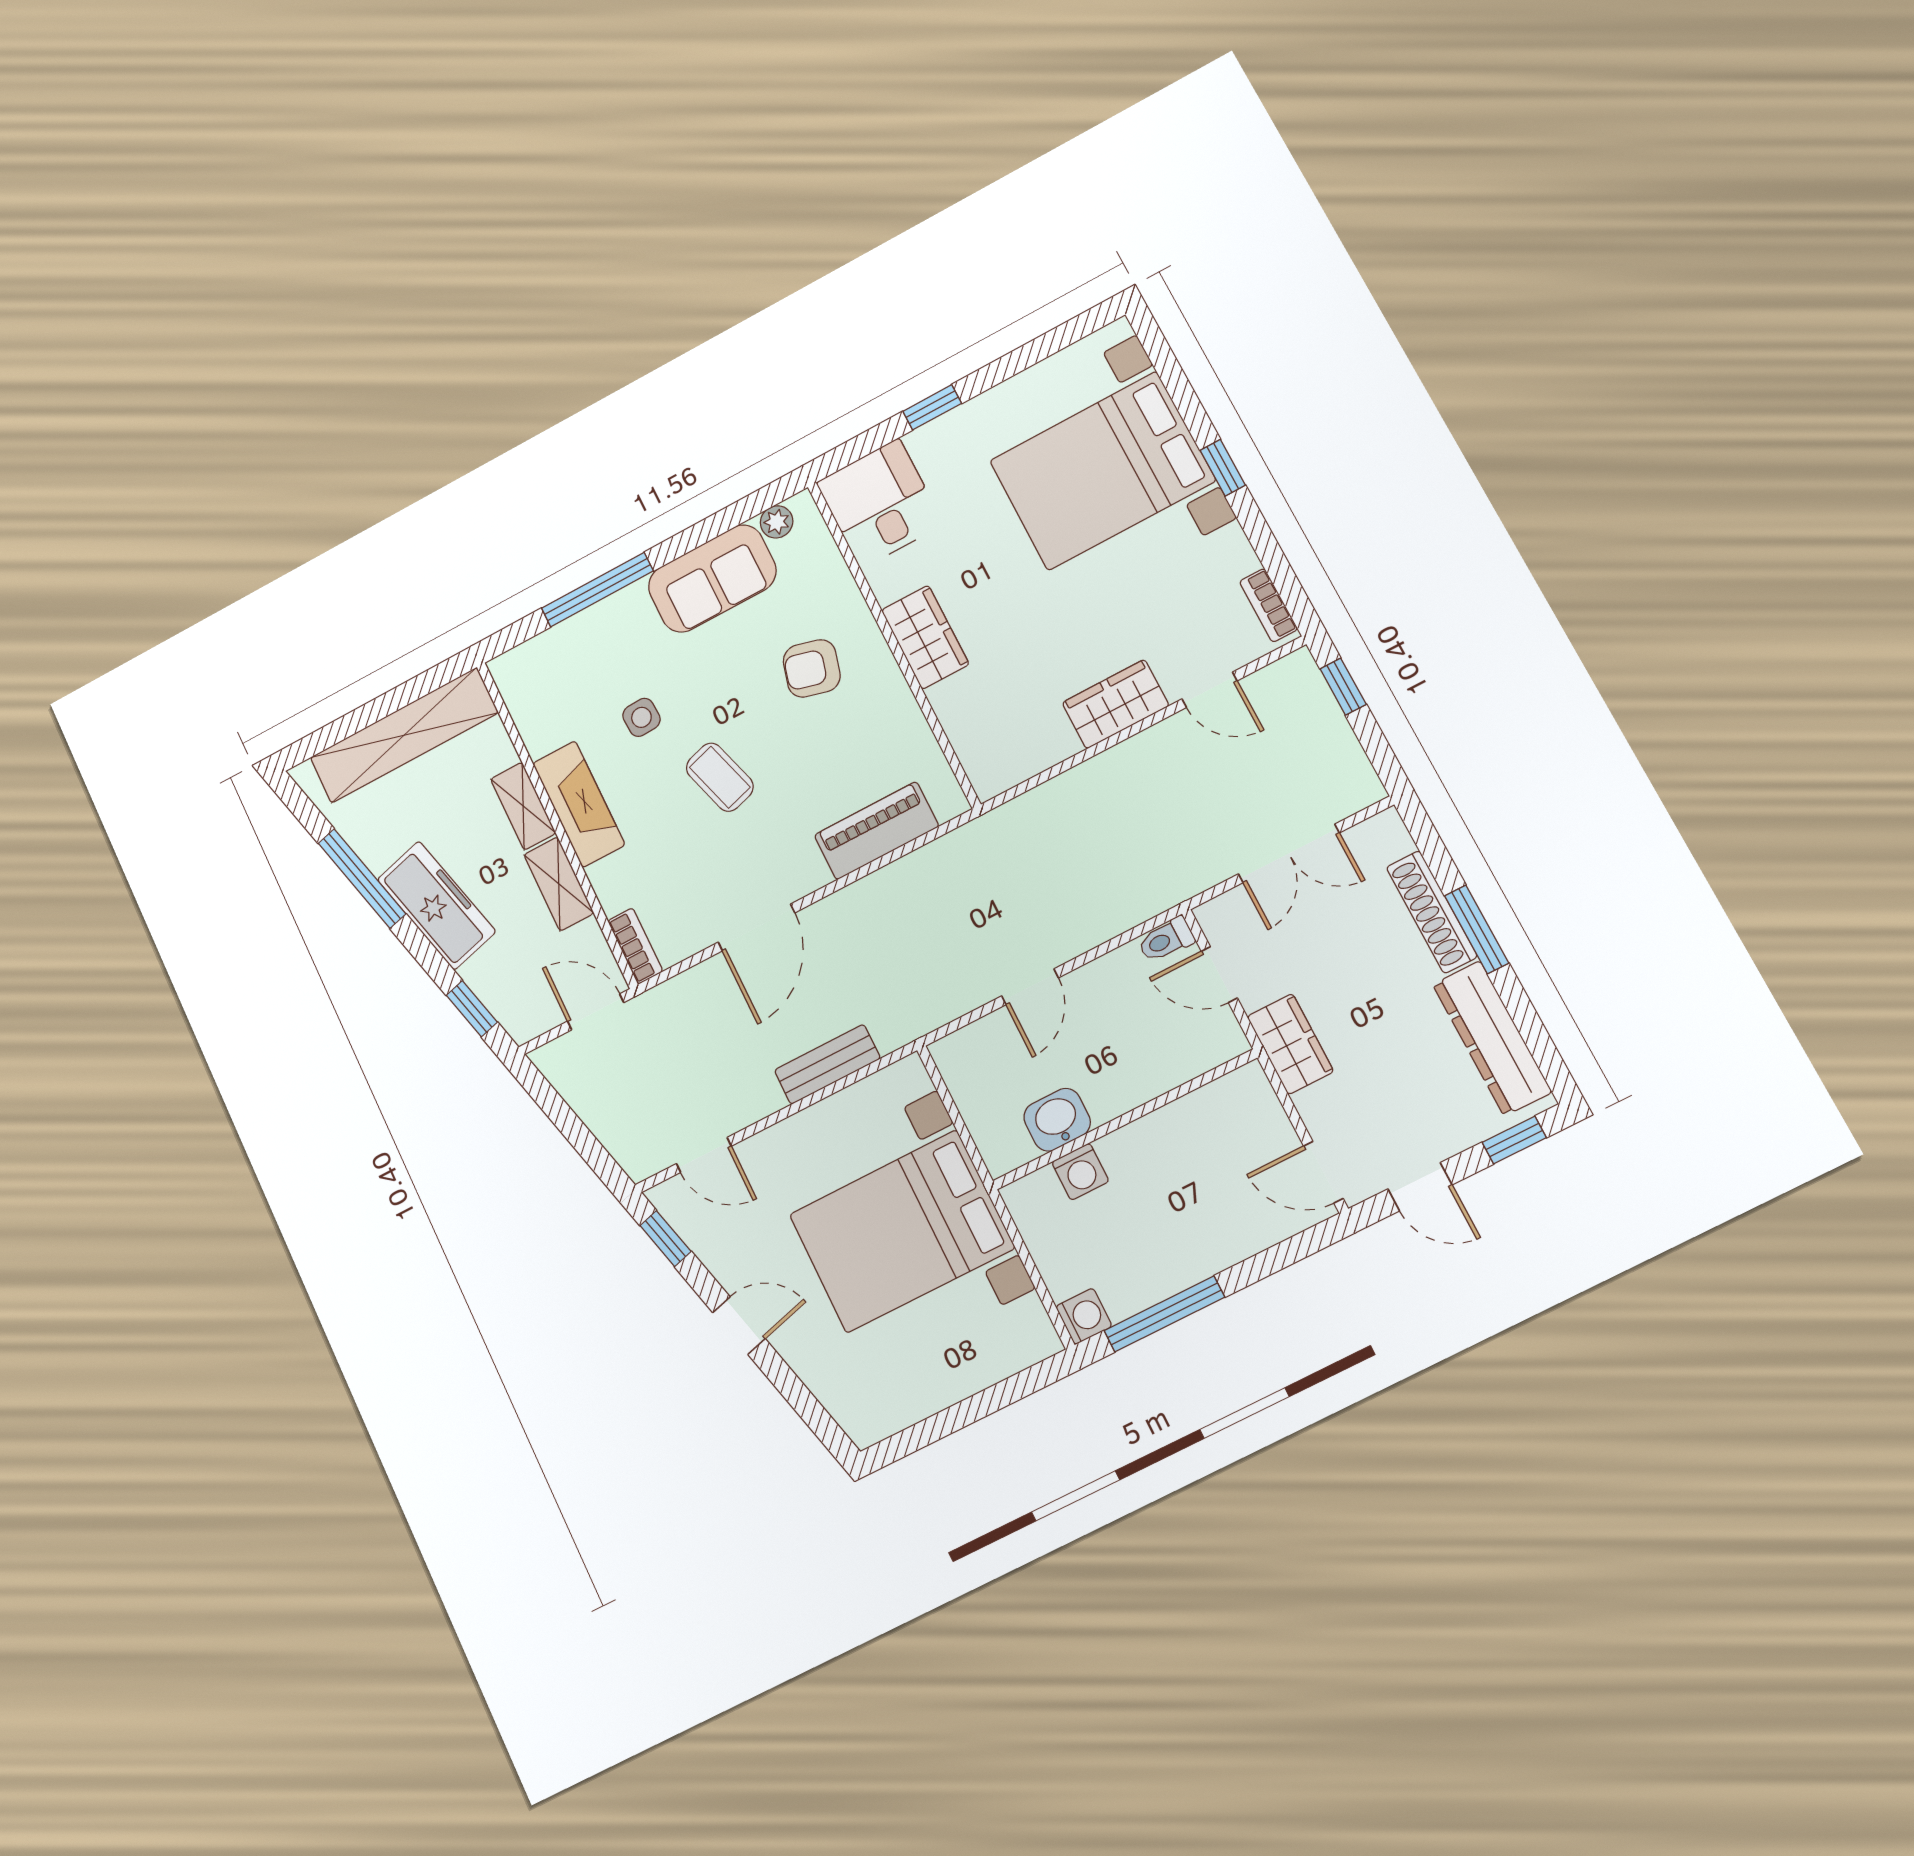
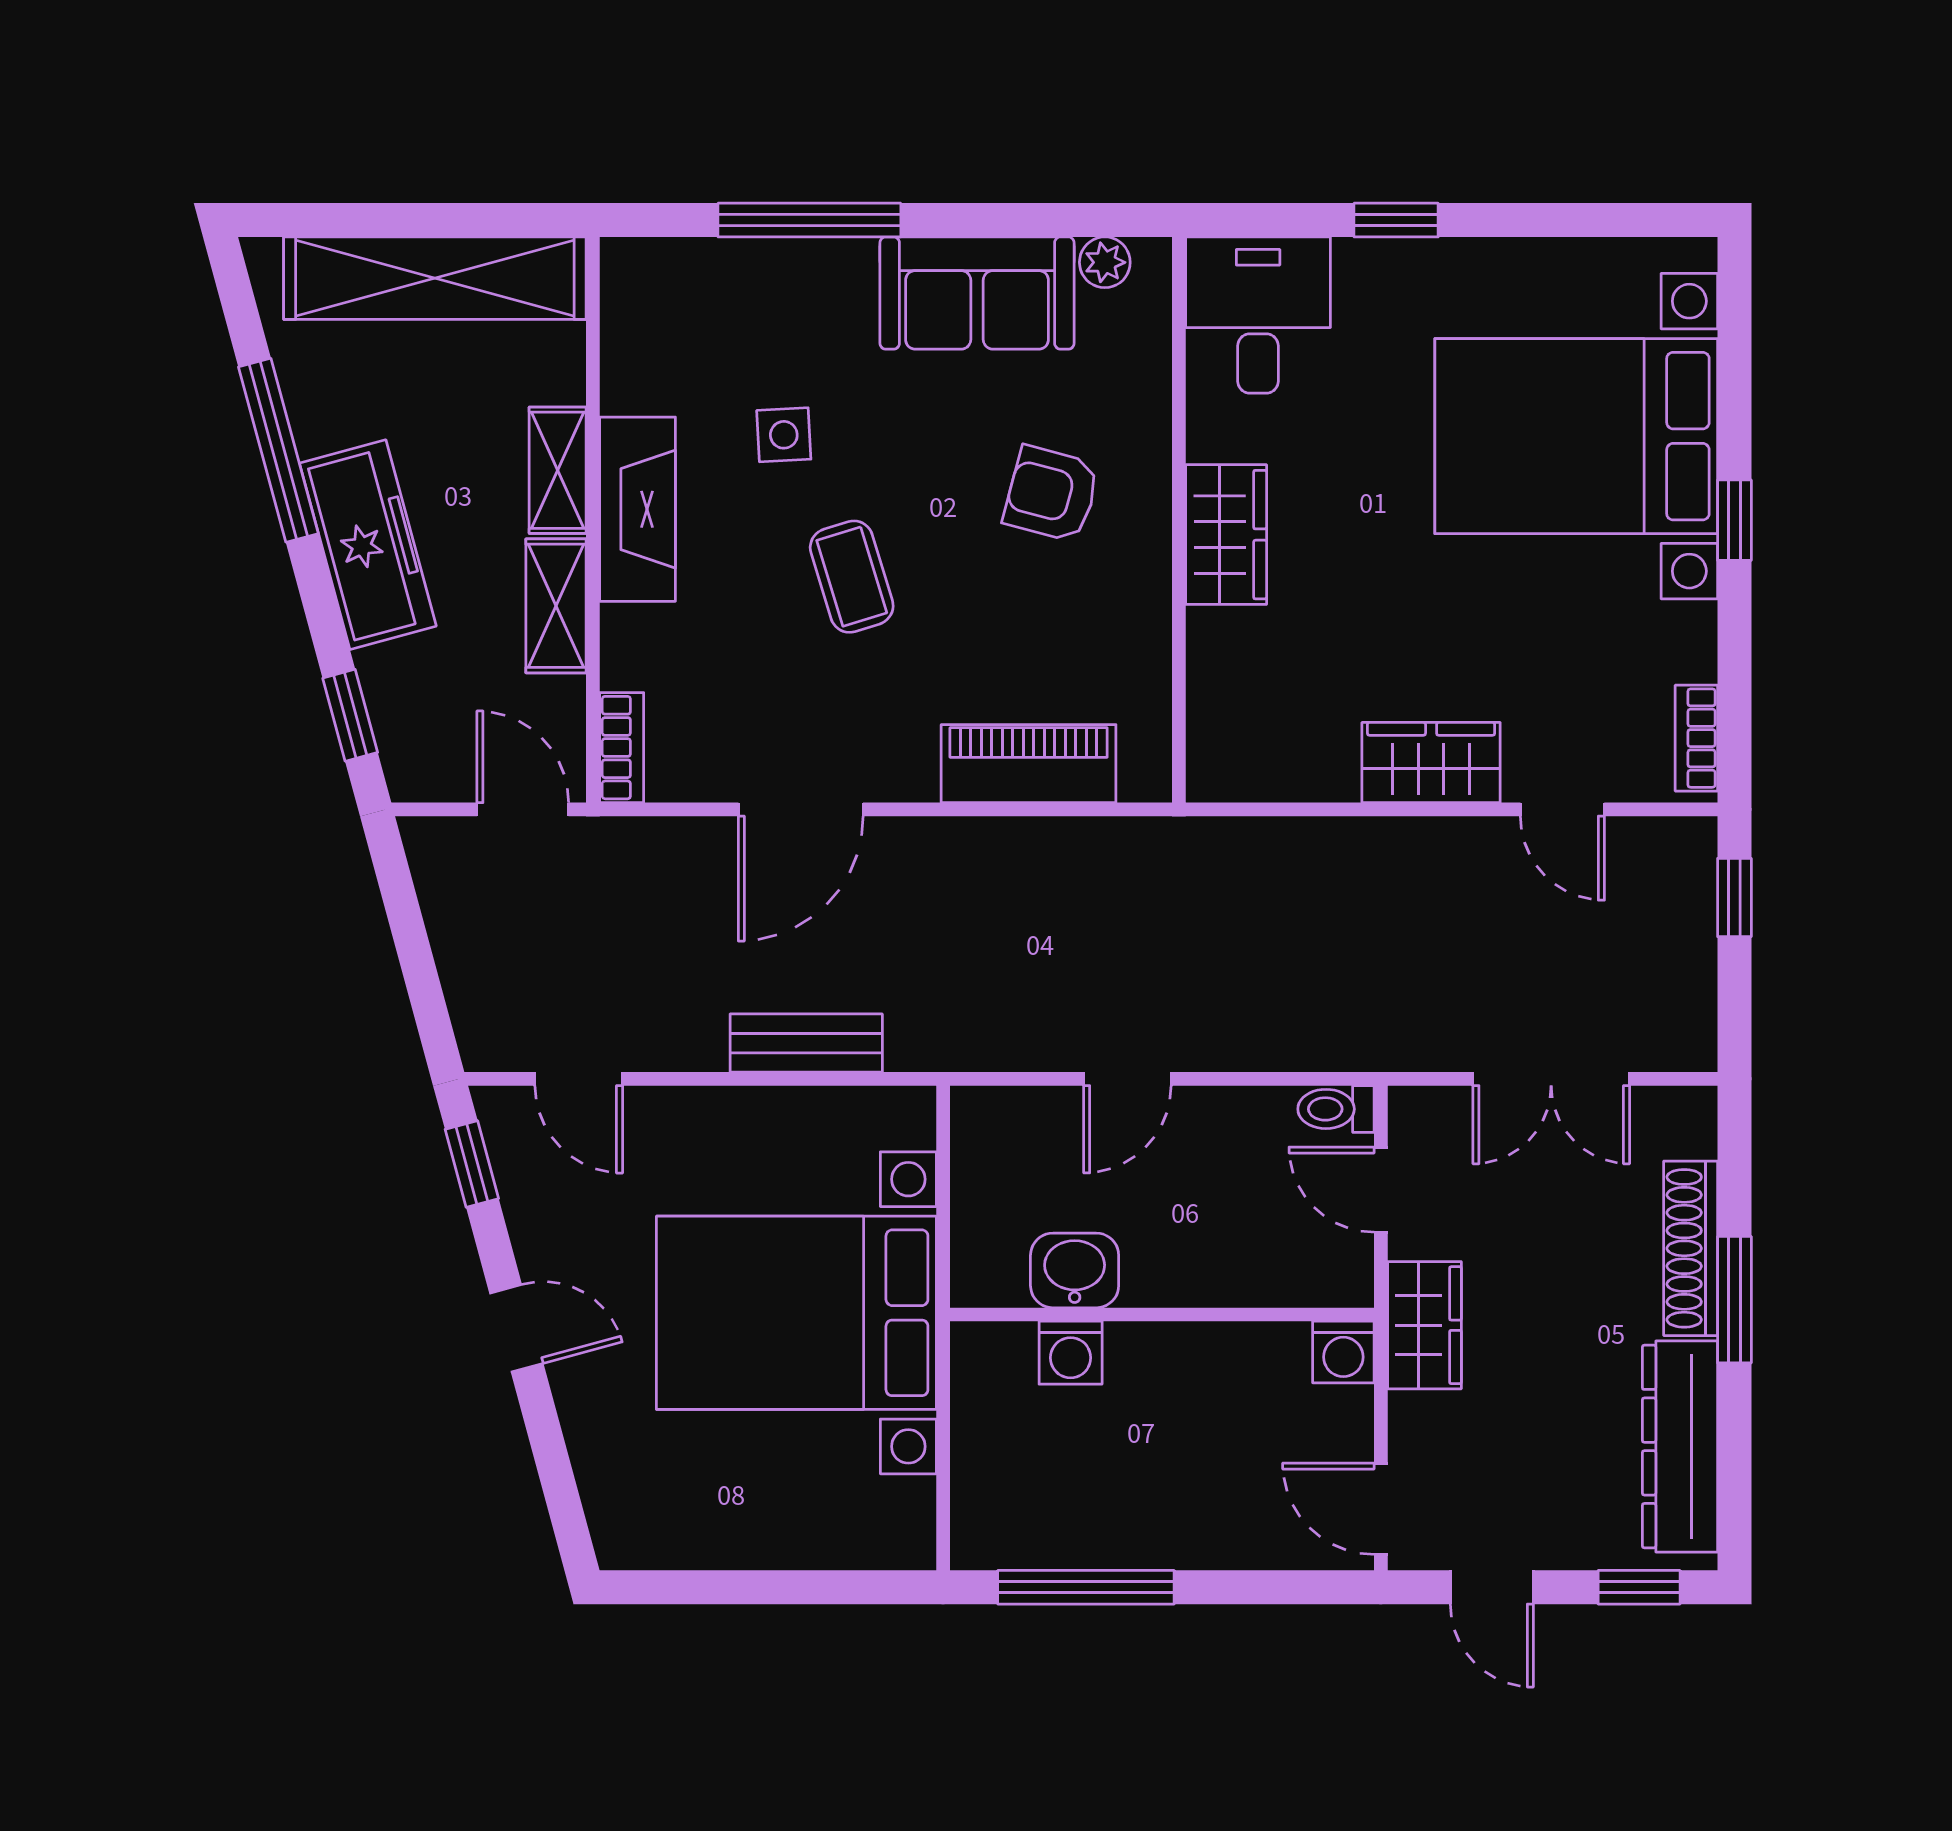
washing machine: (1084, 1316) -> (1343, 1352), moved, turned 90

